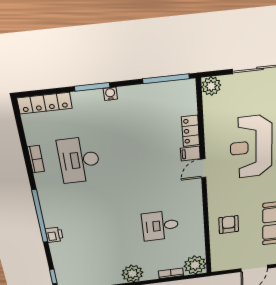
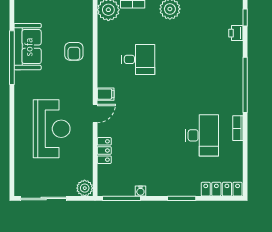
water cooler: (110, 94) -> (140, 191), moved
filing cabinet: (190, 154) -> (106, 94), moved
bookcase: (36, 159) -> (238, 128), moved
printer: (54, 235) -> (236, 33), moved

